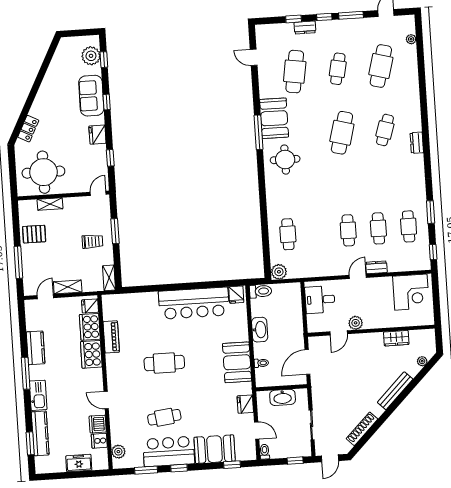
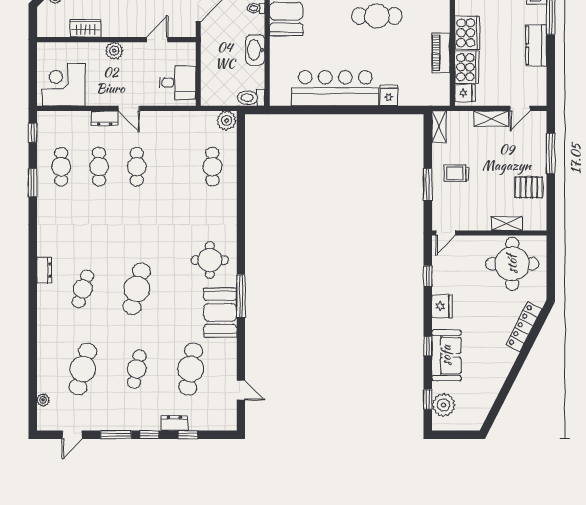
locker: (28, 129) -> (524, 327), width x1.53
door: (358, 276) -> (129, 108), hinge flipped
fridge: (236, 295) -> (389, 95), moved
plant: (356, 323) -> (114, 51), moved

